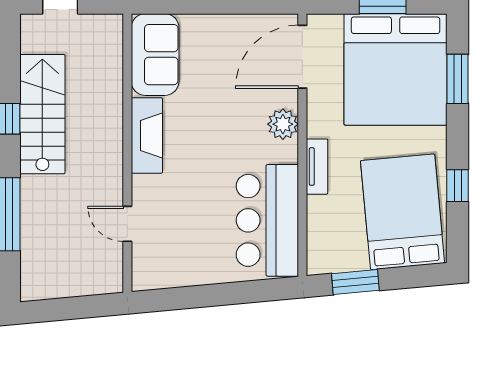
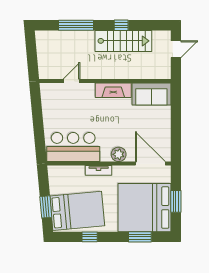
window: (355, 282) -> (46, 207), moved

